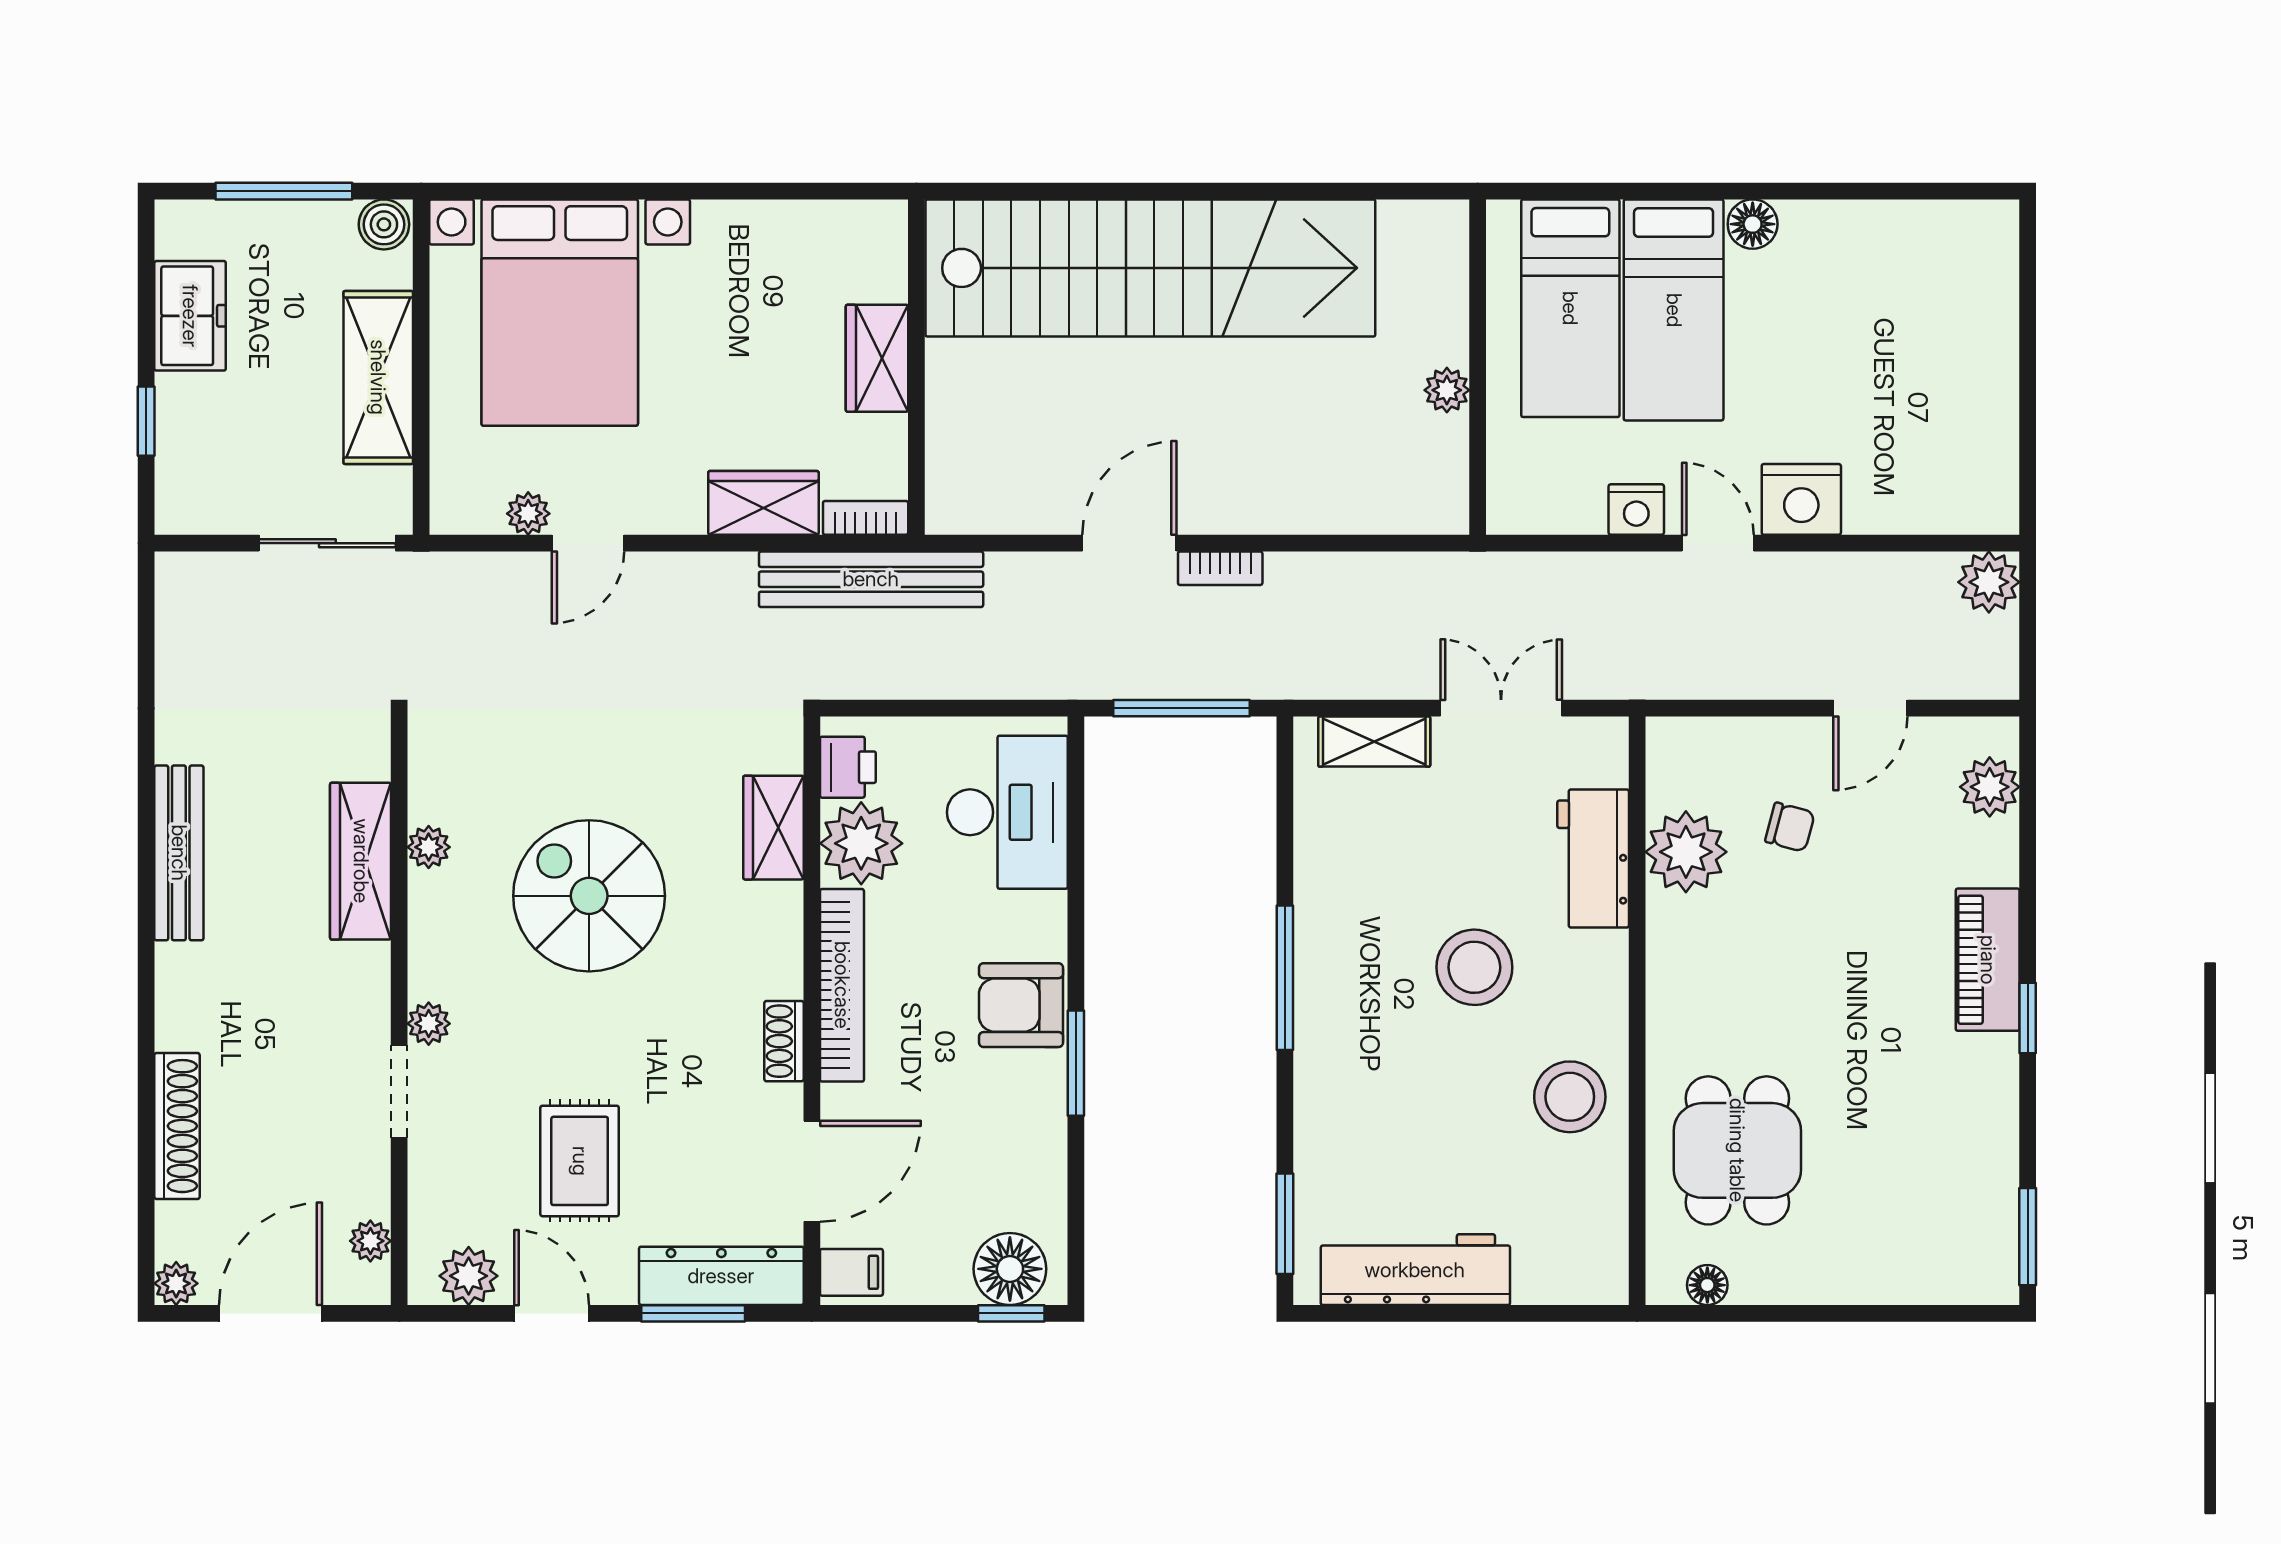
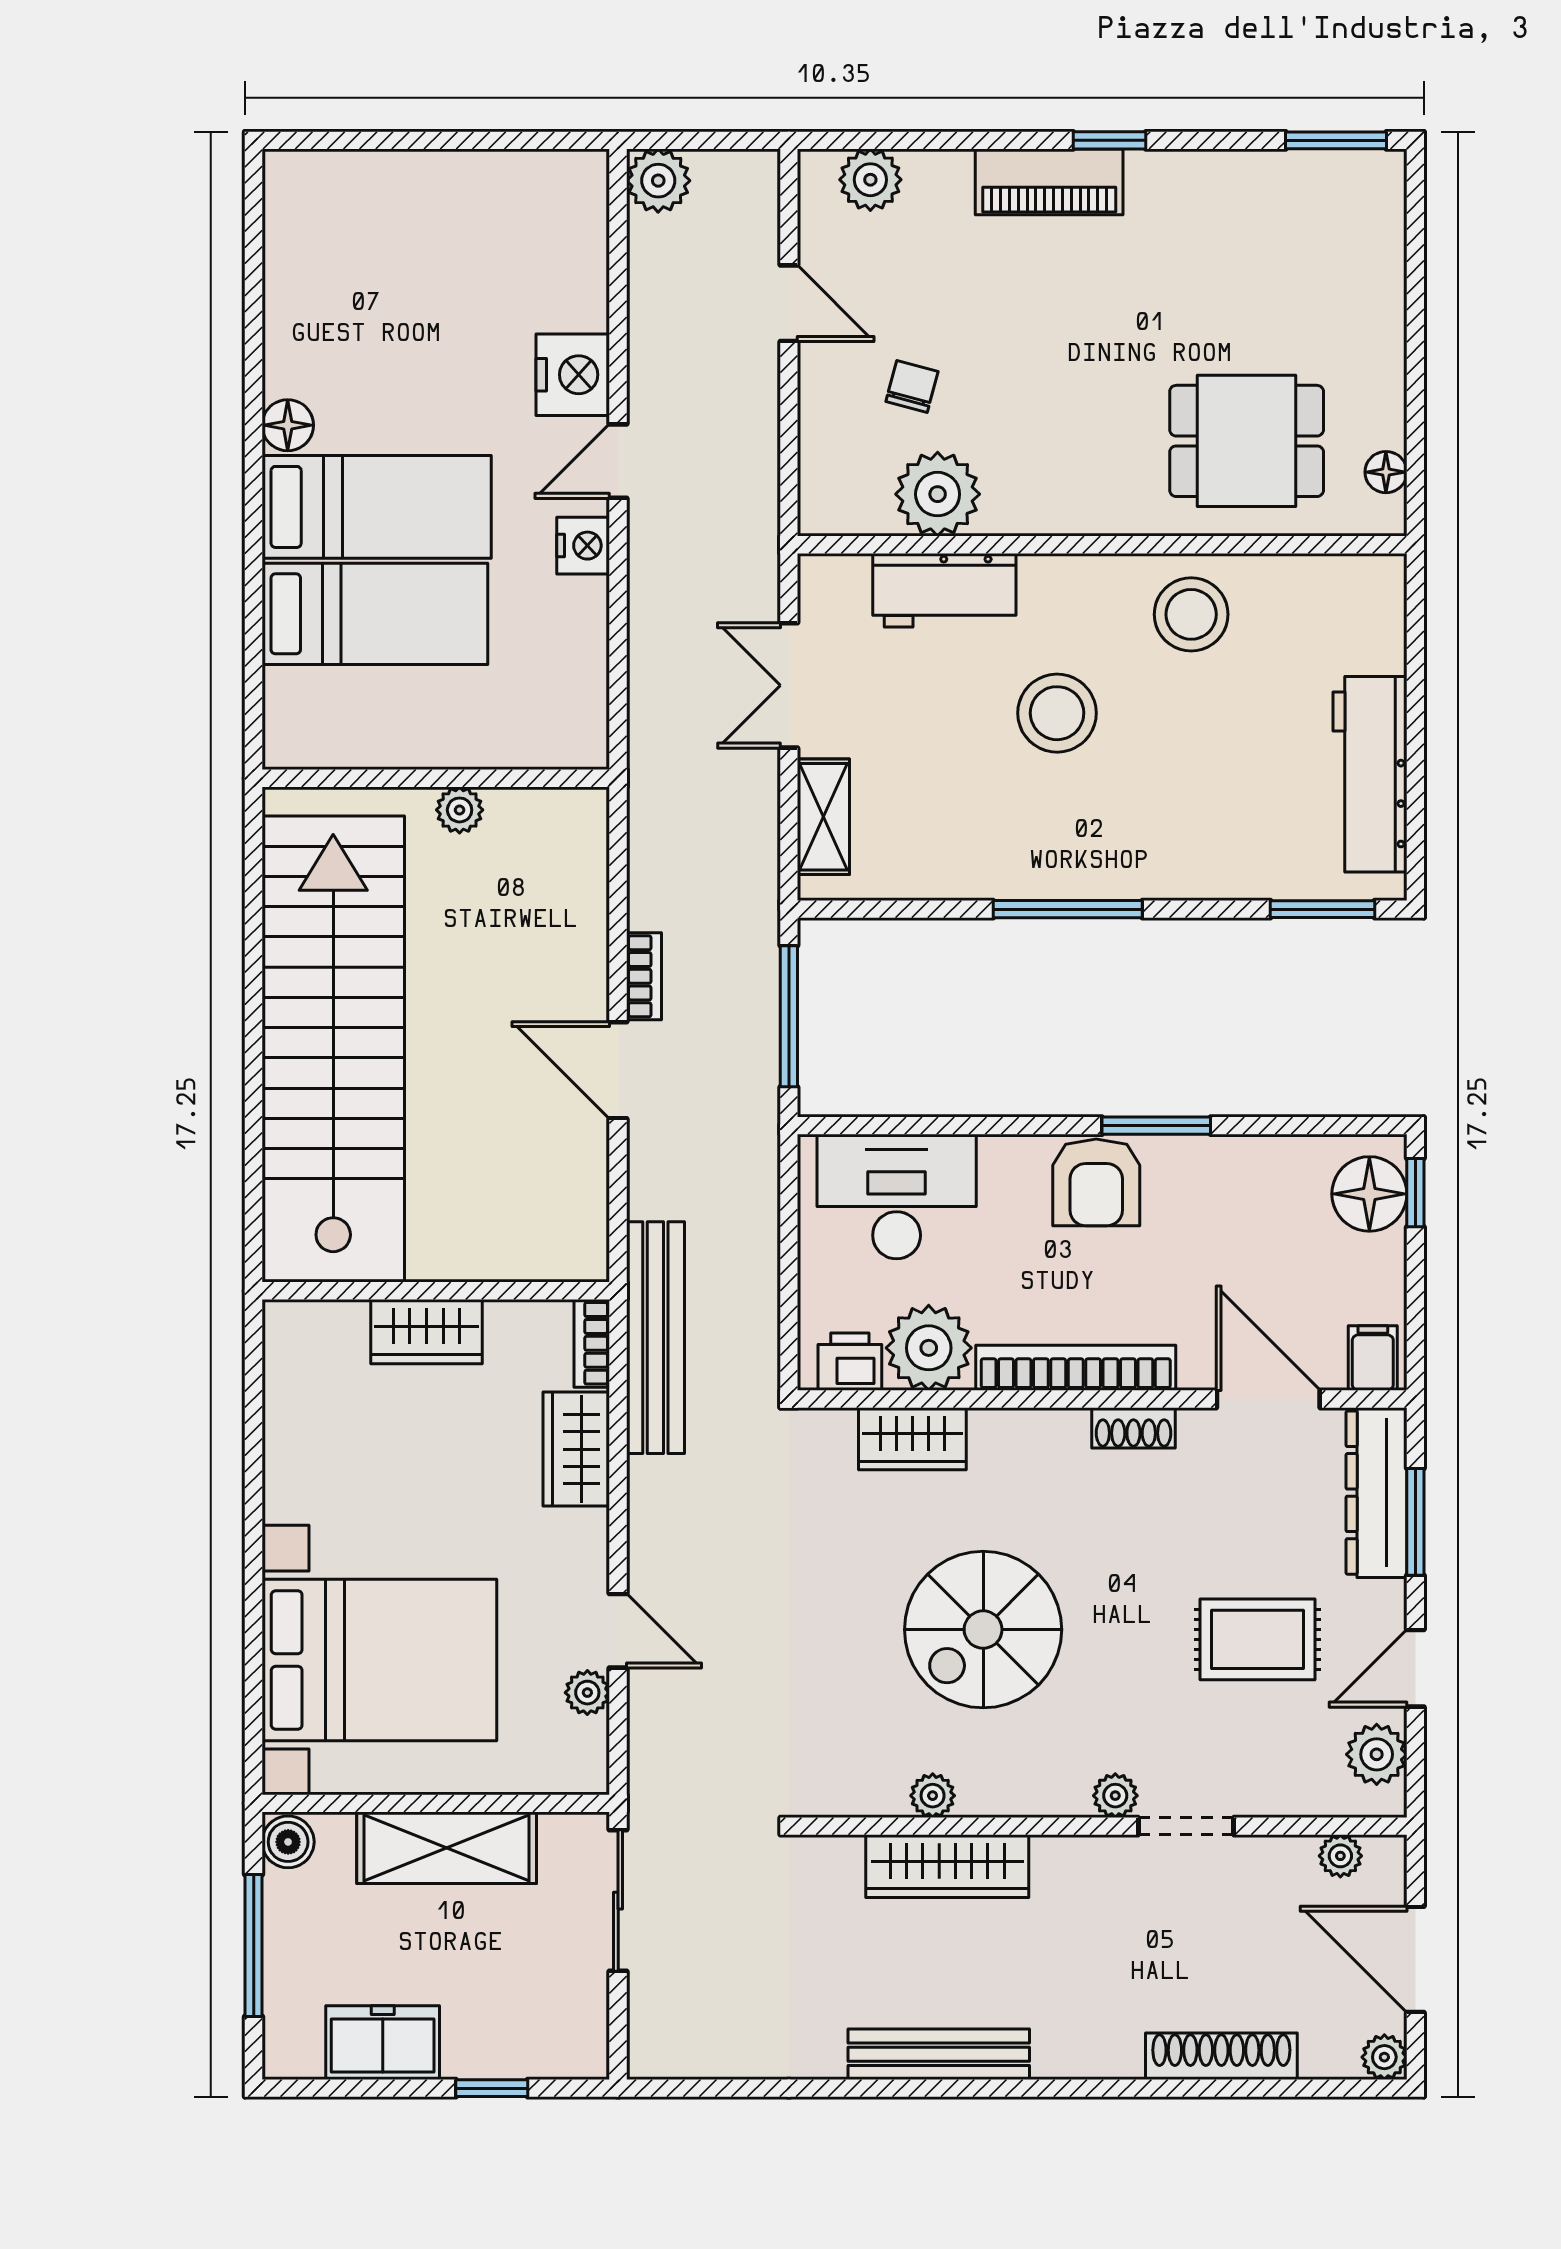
wall: (1478, 367) -> (436, 778), moved
plant: (1447, 390) -> (460, 810), moved

